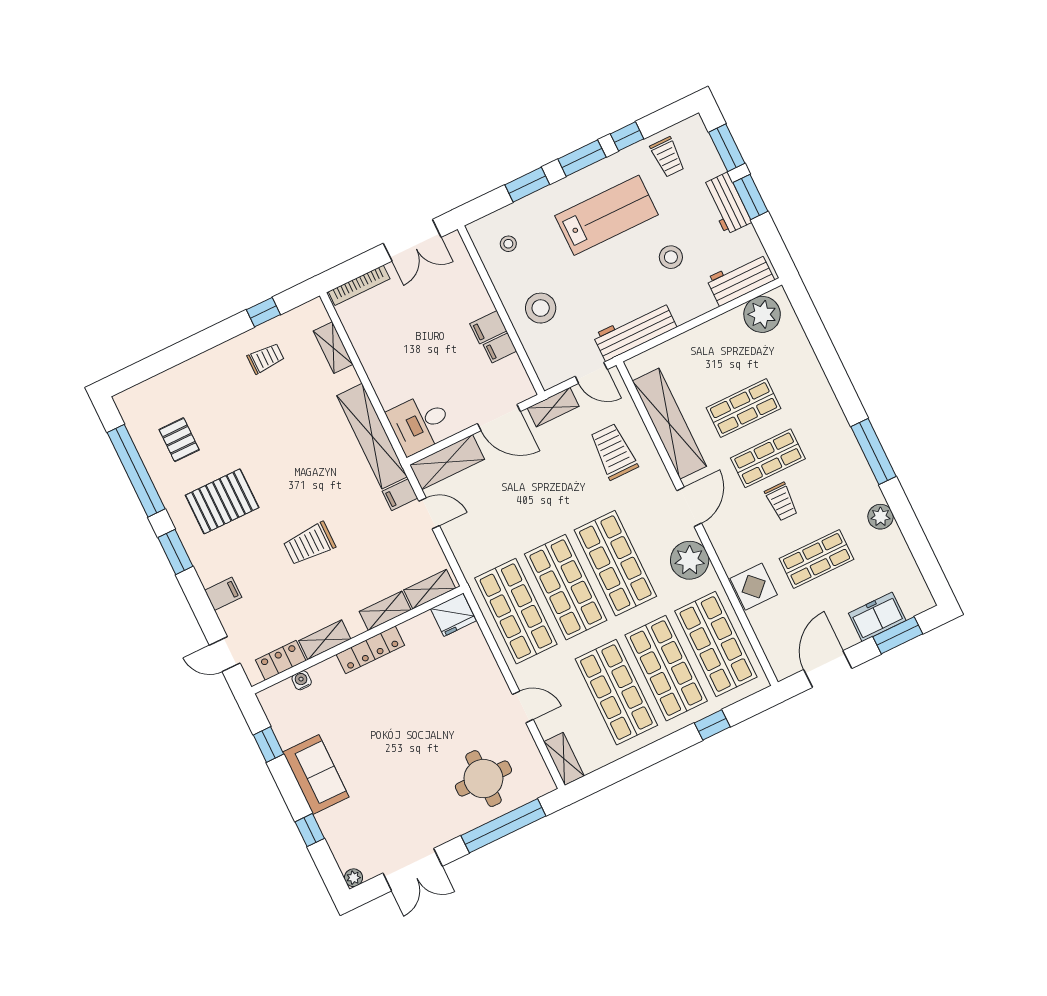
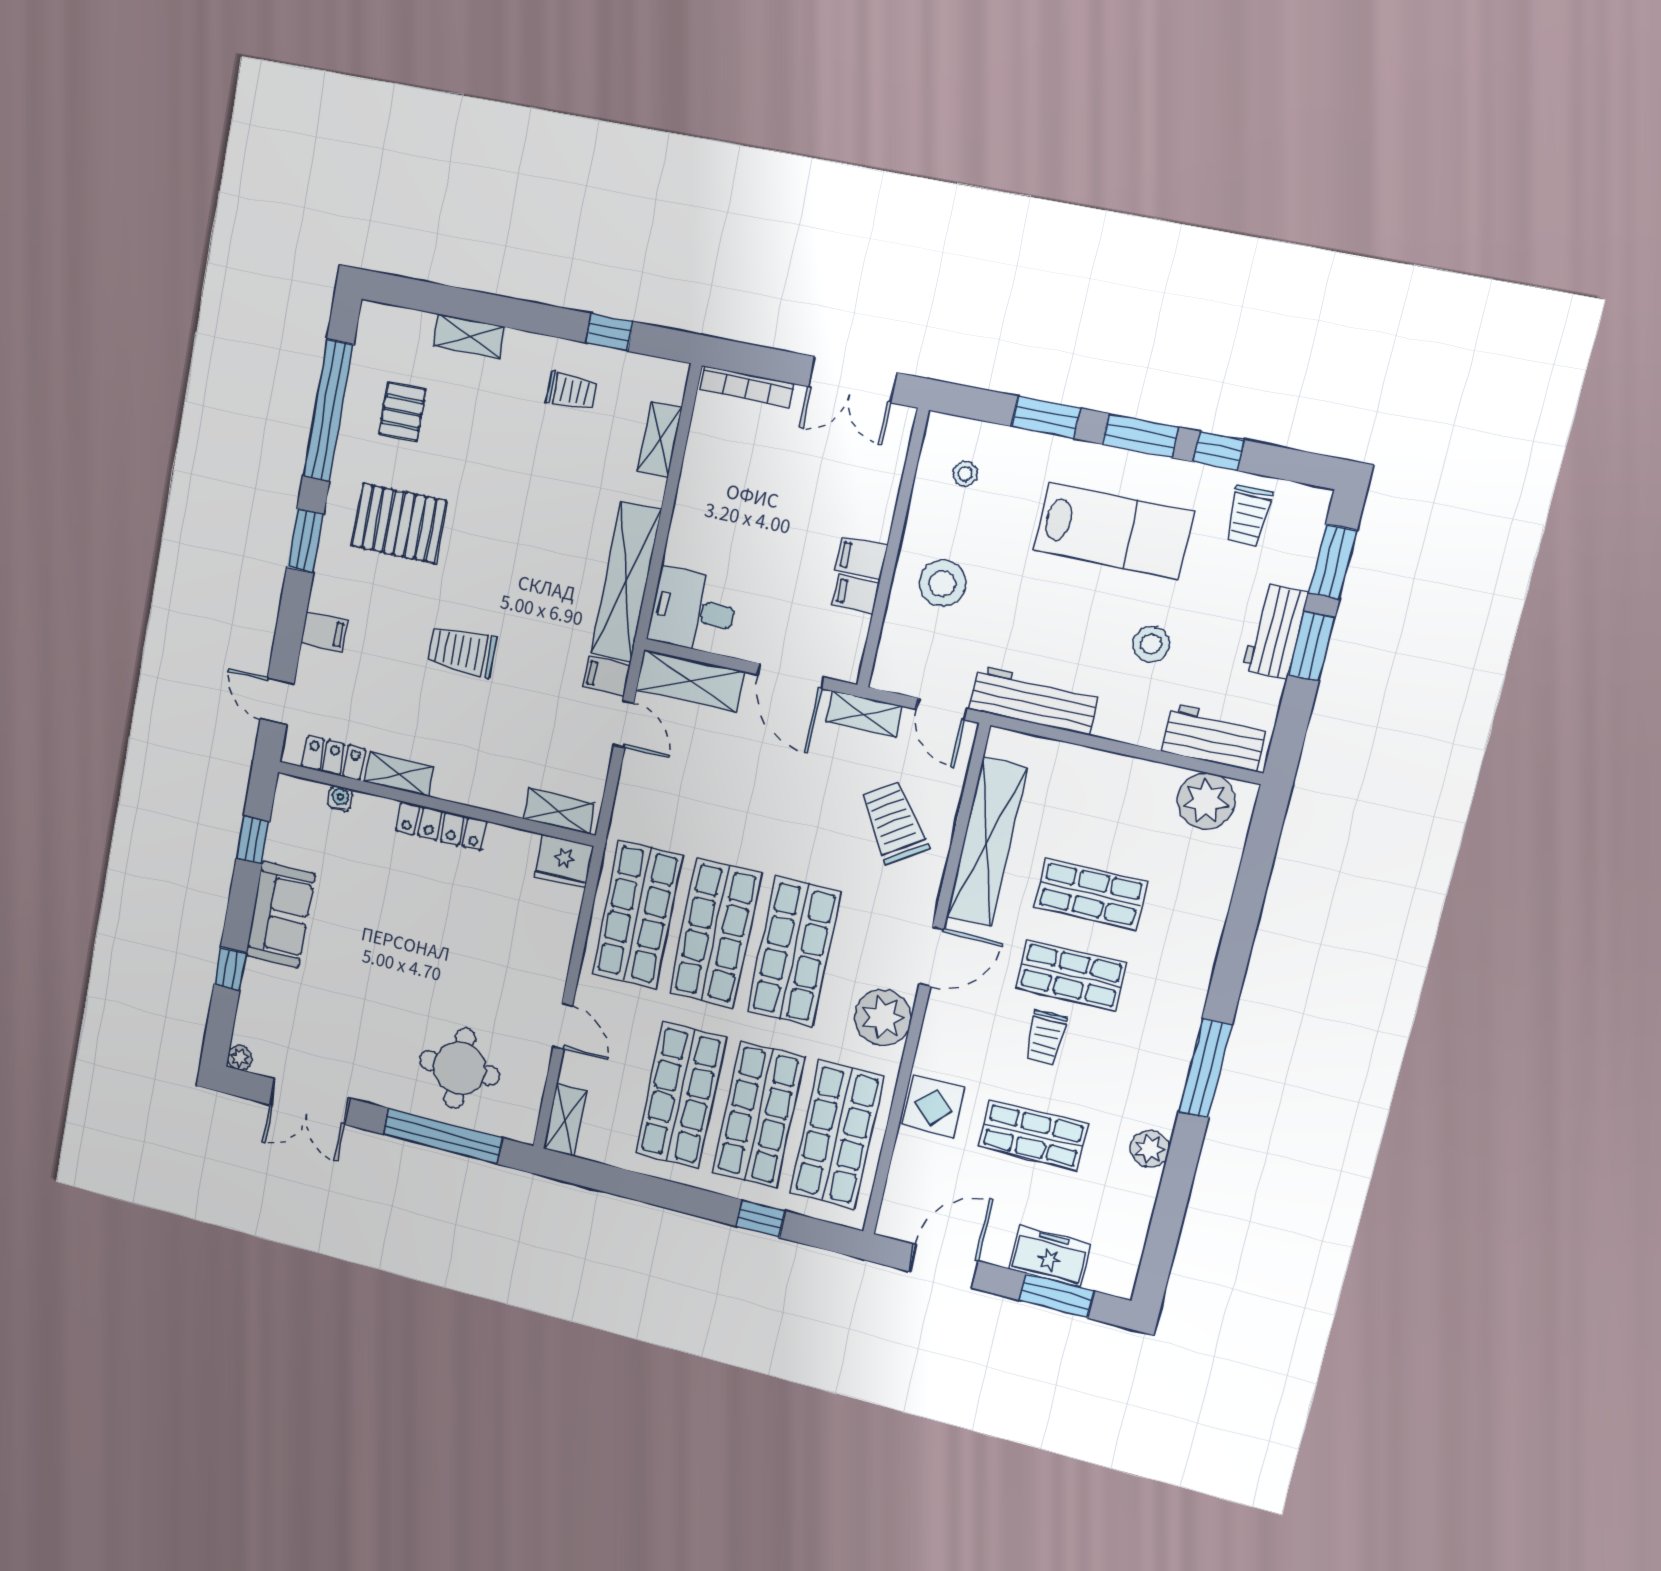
trolley: (614, 452) -> (894, 823), turned -34
shelving: (385, 611) -> (469, 336), moved

